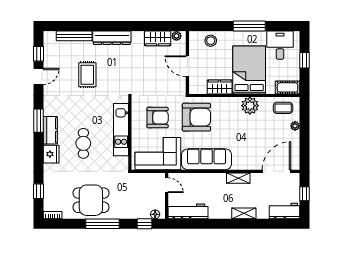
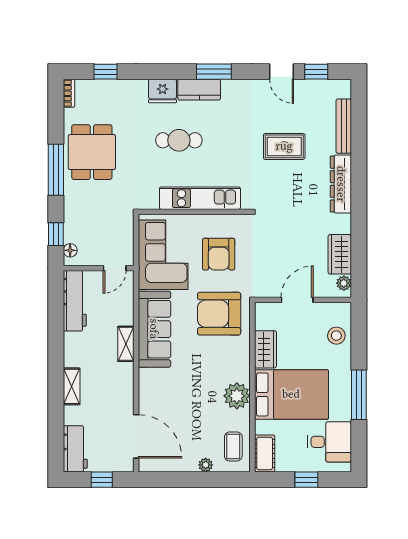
armchair: (196, 117) -> (219, 314), turned 90
shelving: (238, 178) -> (126, 344), moved

